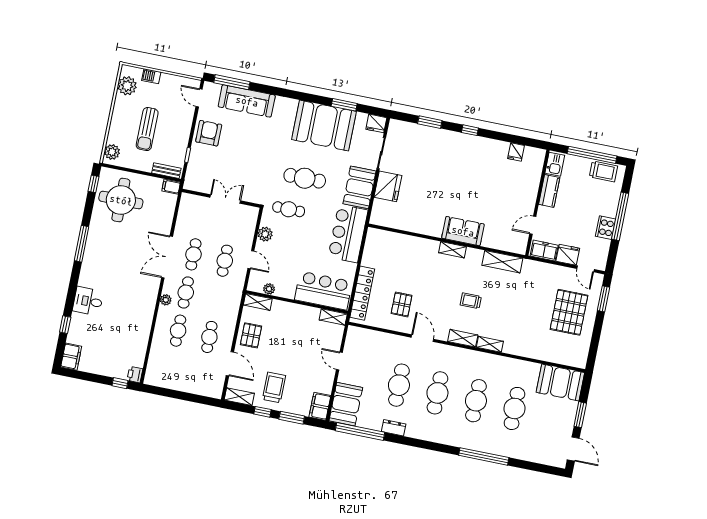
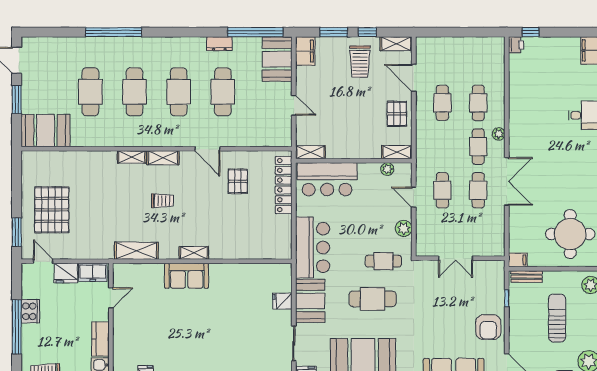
fridge: (388, 186) -> (282, 301), width x0.53, depth x0.75

